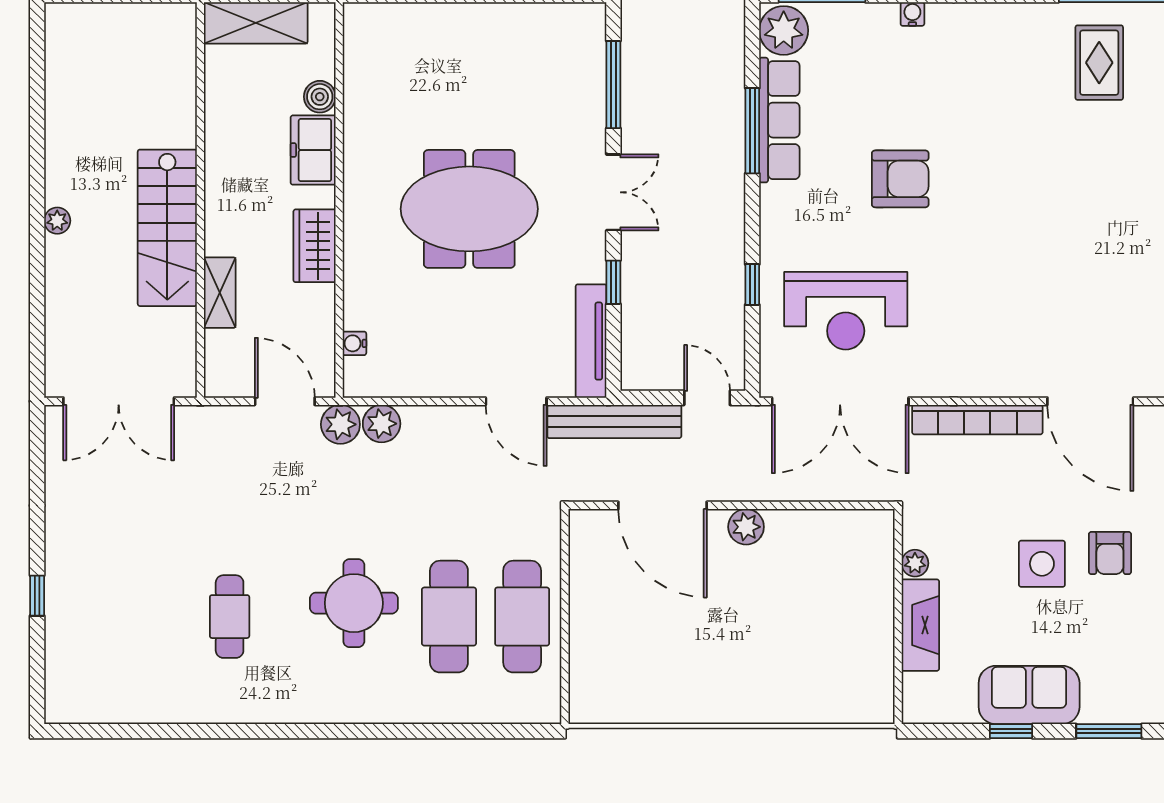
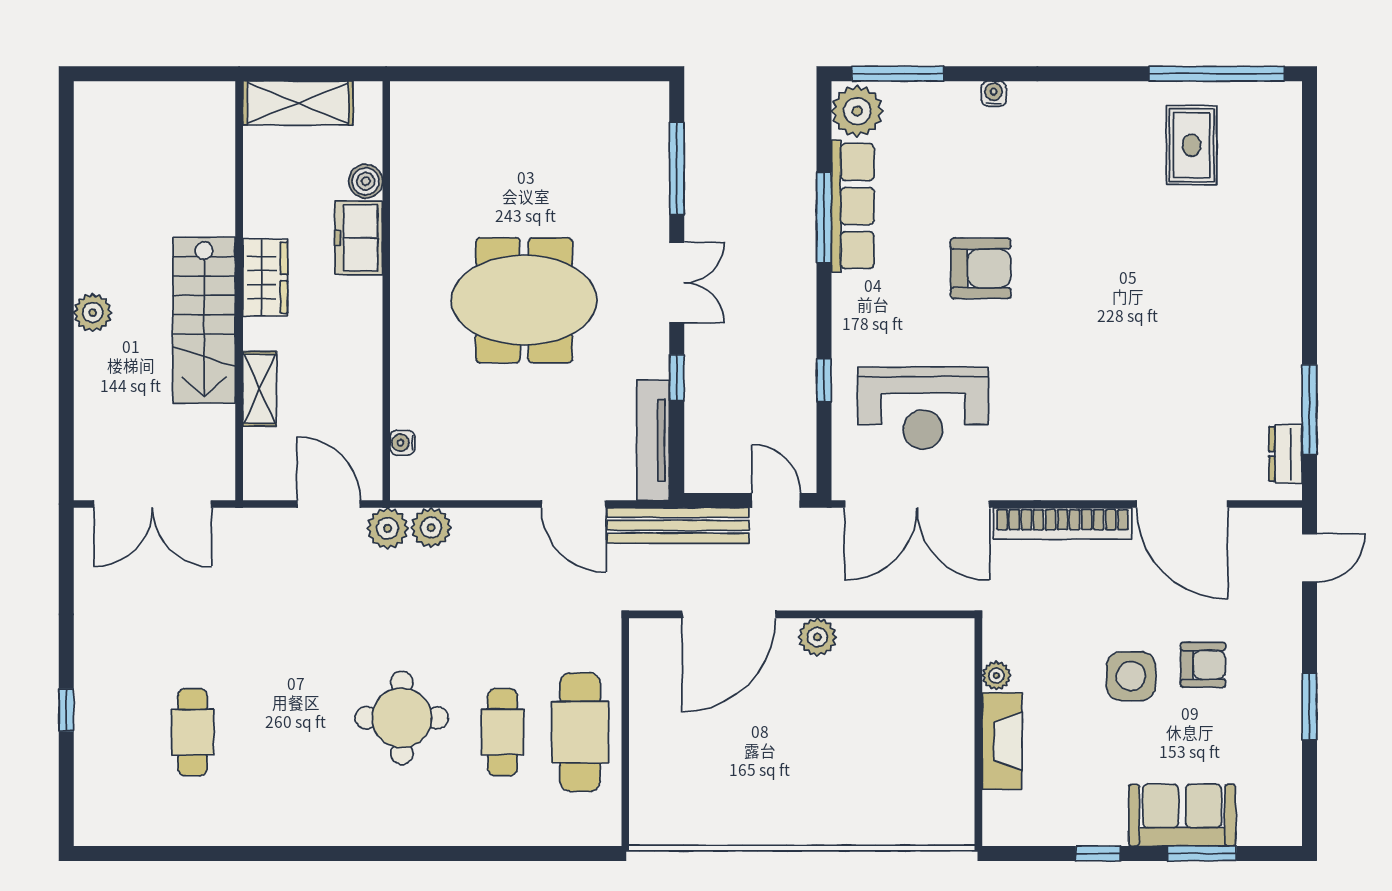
plant: (57, 221) -> (93, 313), width x1.38, depth x1.38
wardrobe: (315, 246) -> (265, 278), moved, turned 180
door: (663, 505) -> (729, 614), hinge flipped
armchair: (1110, 553) -> (1203, 665), turned -90
cafe table: (230, 617) -> (193, 732), moved
cafe table: (449, 617) -> (503, 732), width x0.73, depth x0.74
sofa: (1029, 695) -> (1182, 815), moved

